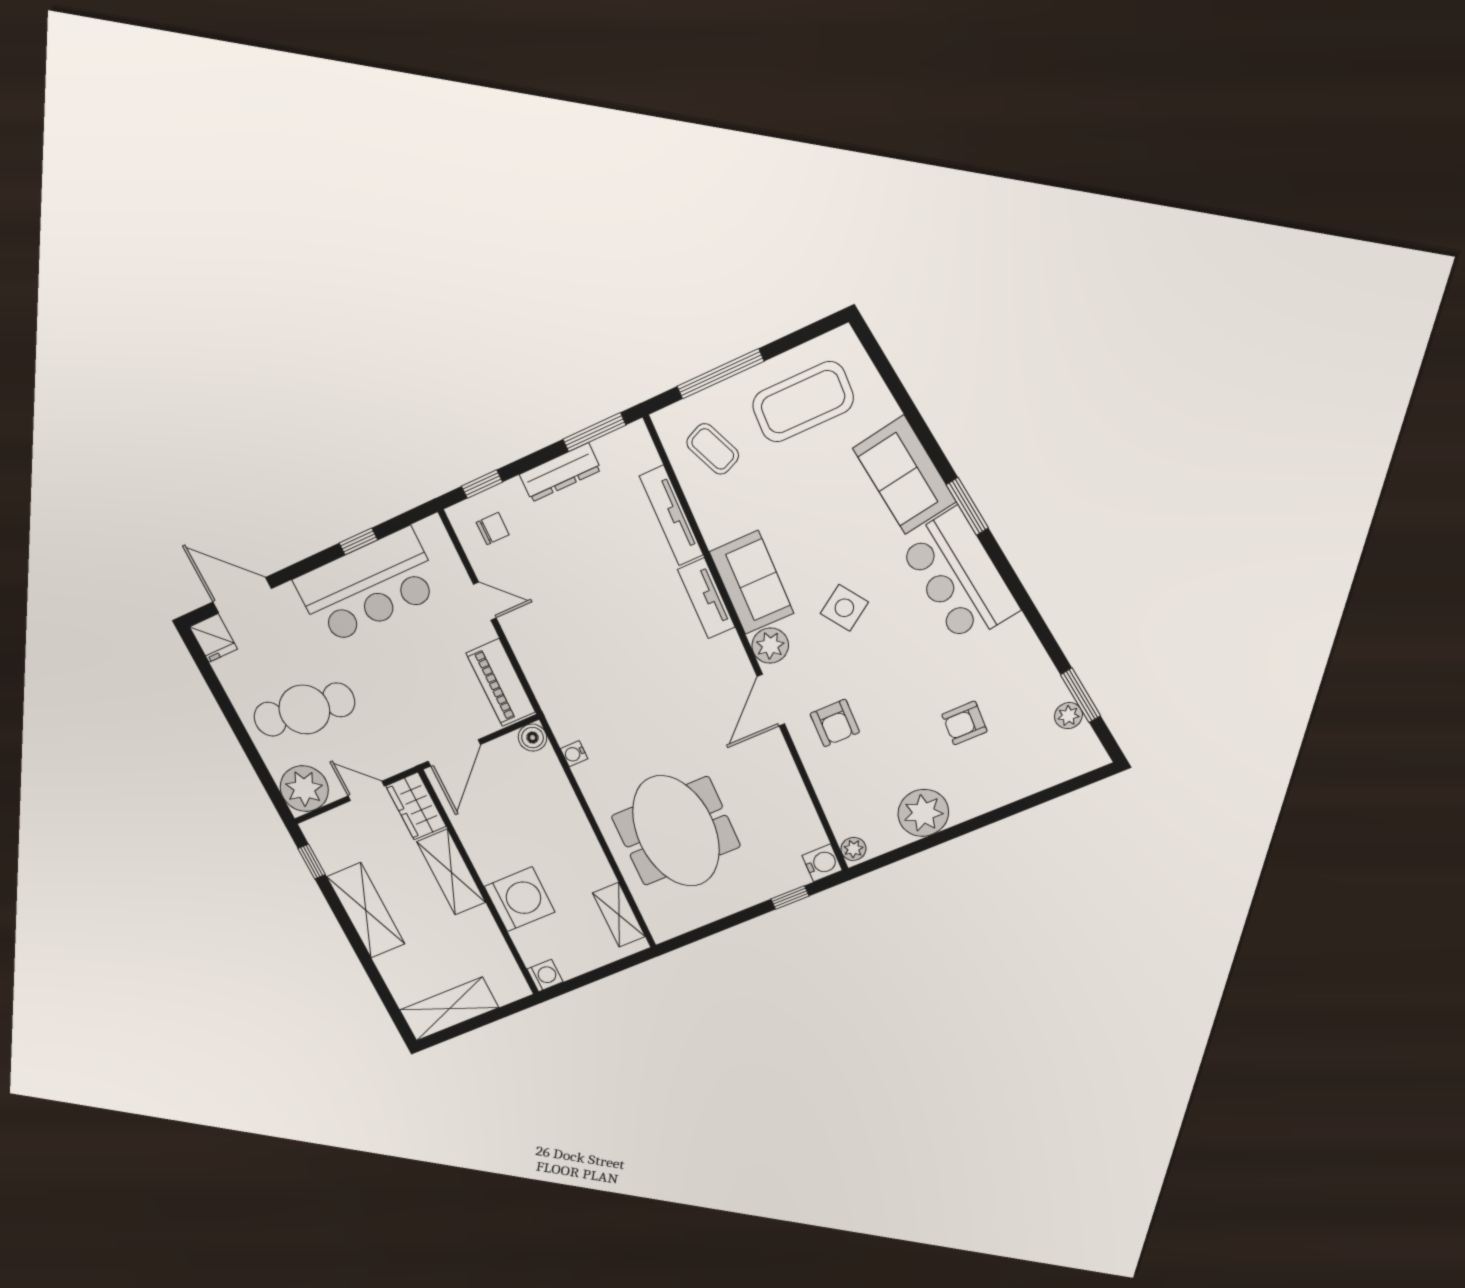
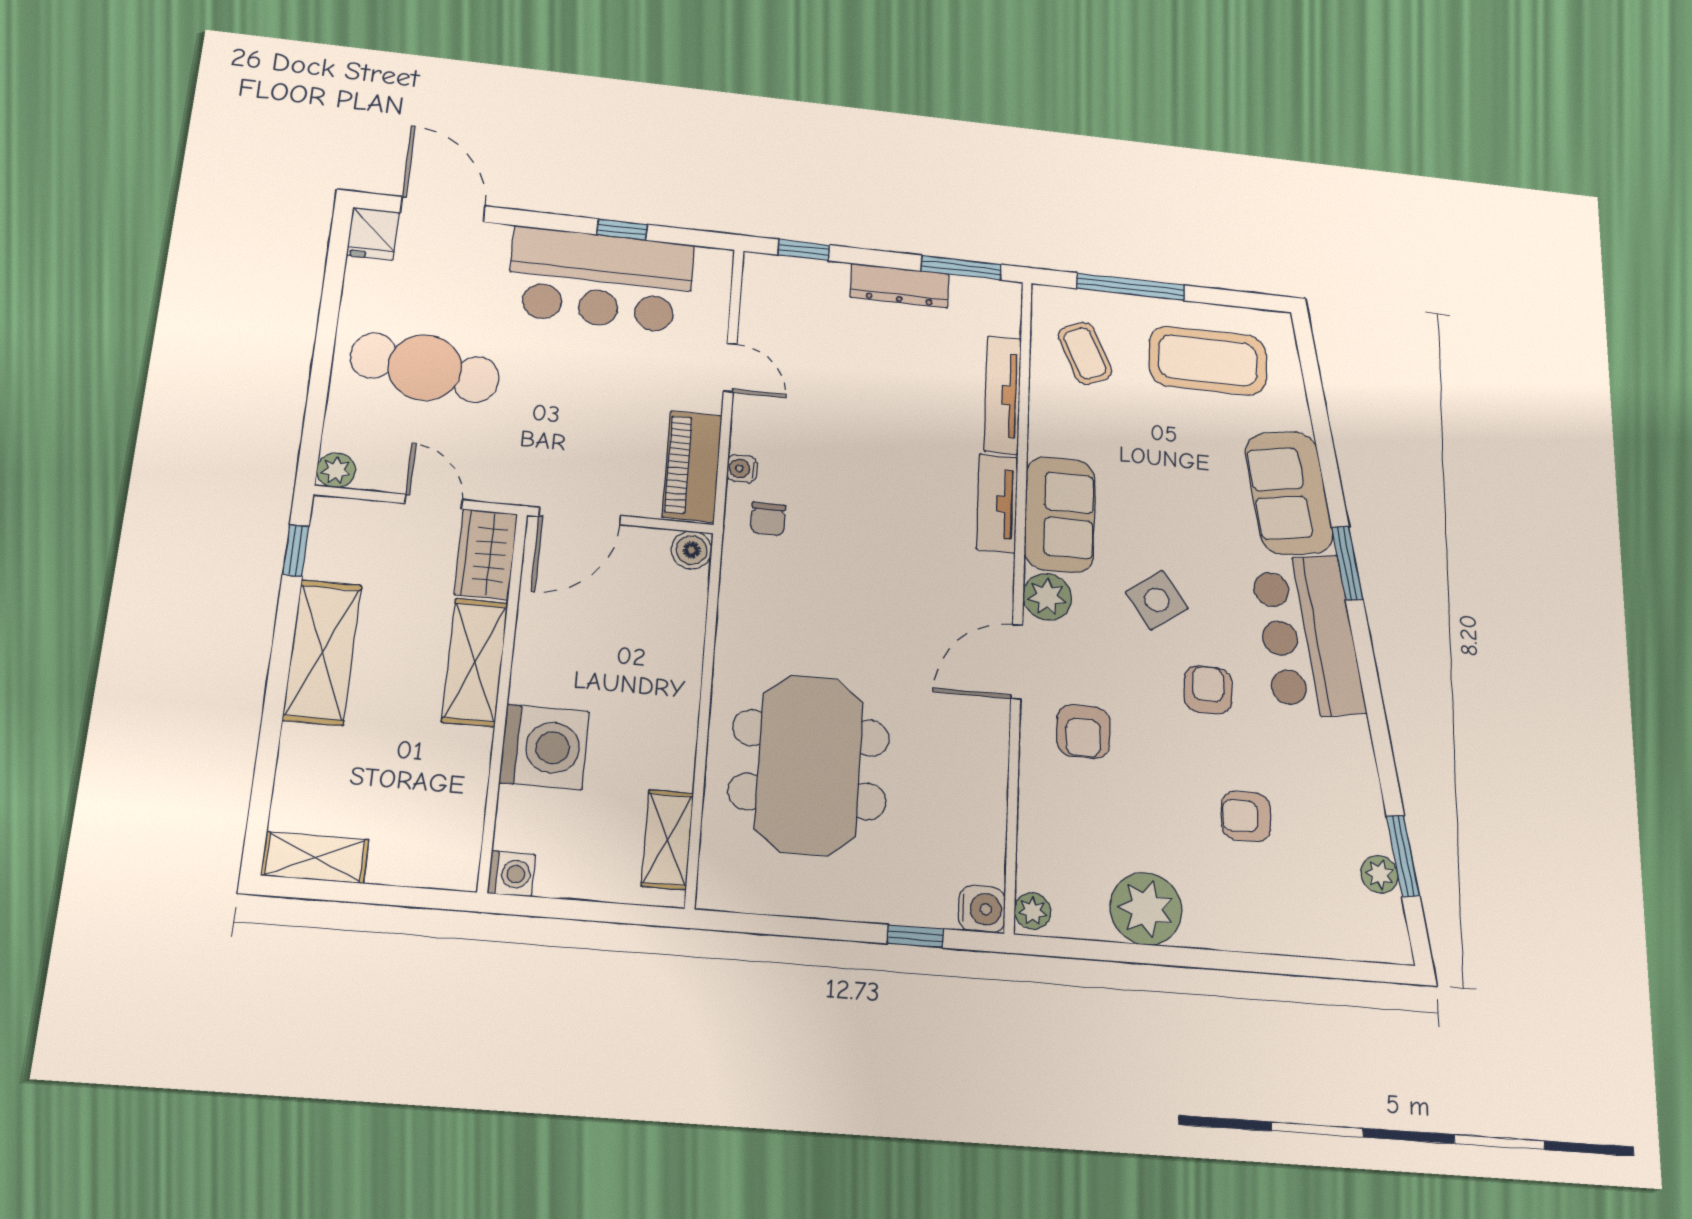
chair: (493, 529) -> (768, 519), moved, turned 90
armchair: (905, 652) -> (1208, 690), added
water cooler: (574, 754) -> (742, 469), moved
plant: (304, 789) -> (336, 470), width x0.53, depth x0.53
shelving: (449, 1009) -> (315, 857), width x0.67, depth x0.75

